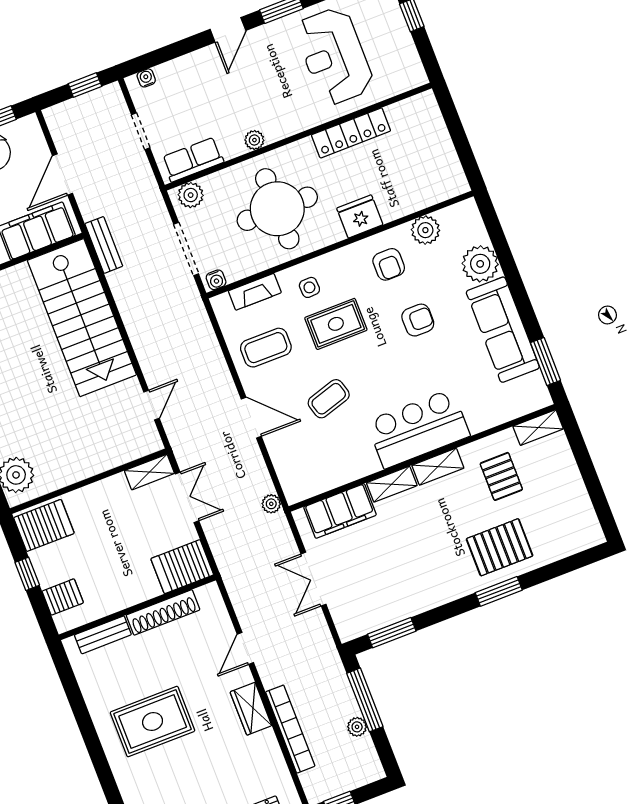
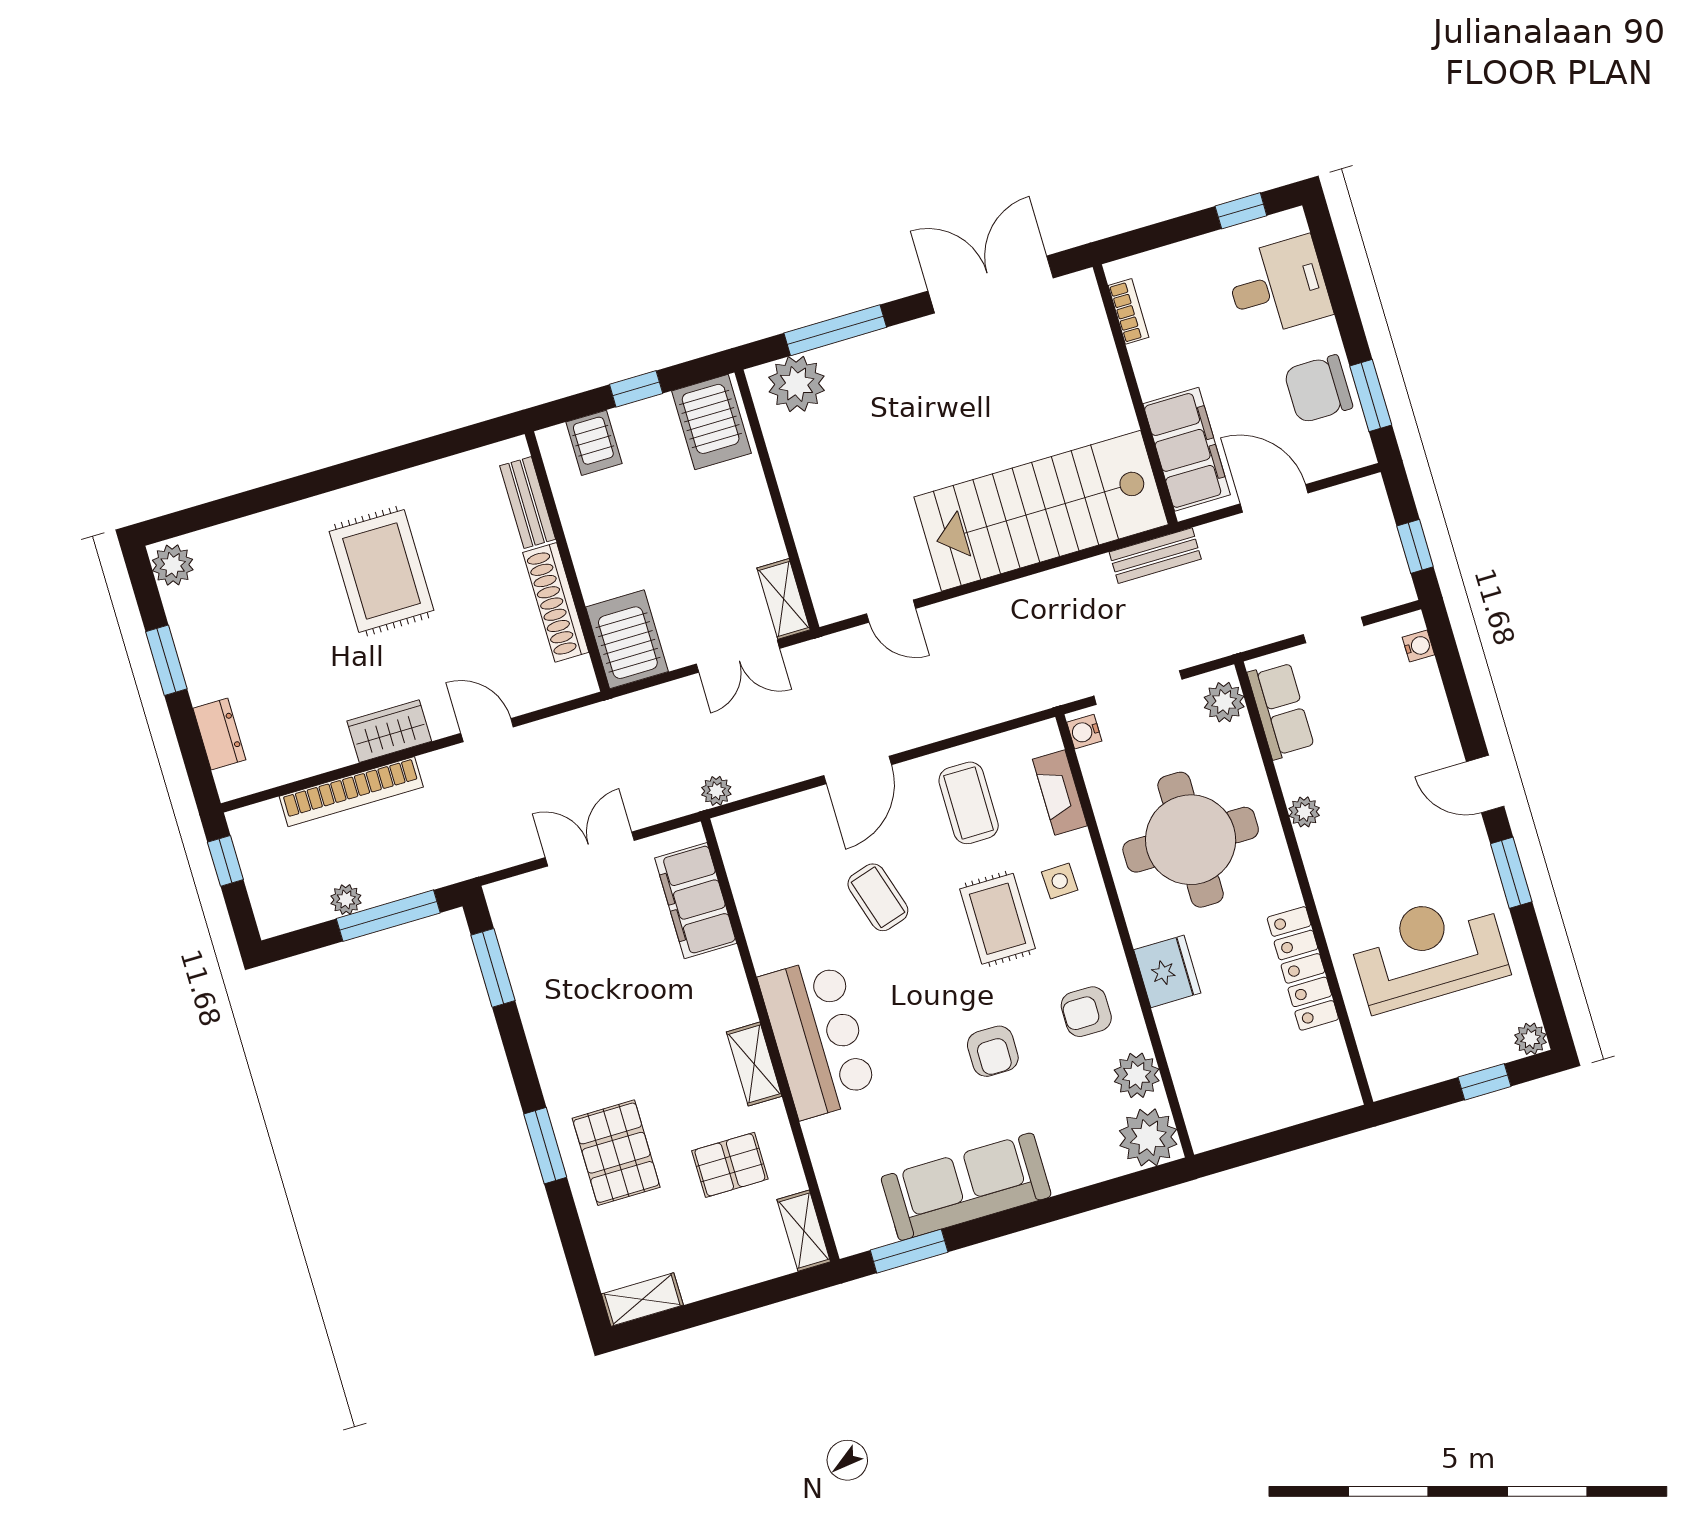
plant: (480, 264) -> (1148, 1137), moved
shelving: (392, 484) -> (642, 1300), moved, turned 90

